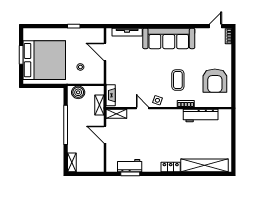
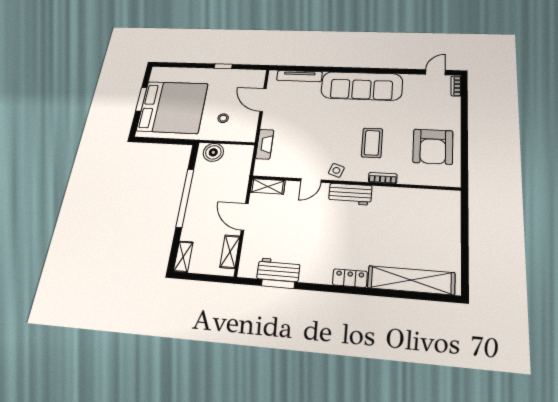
fireplace: (111, 95) -> (265, 144), moved
shelving: (99, 105) -> (230, 252), moved
door: (143, 108) -> (311, 180), swing flipped
workbench: (201, 116) -> (350, 194), moved, width x0.73

